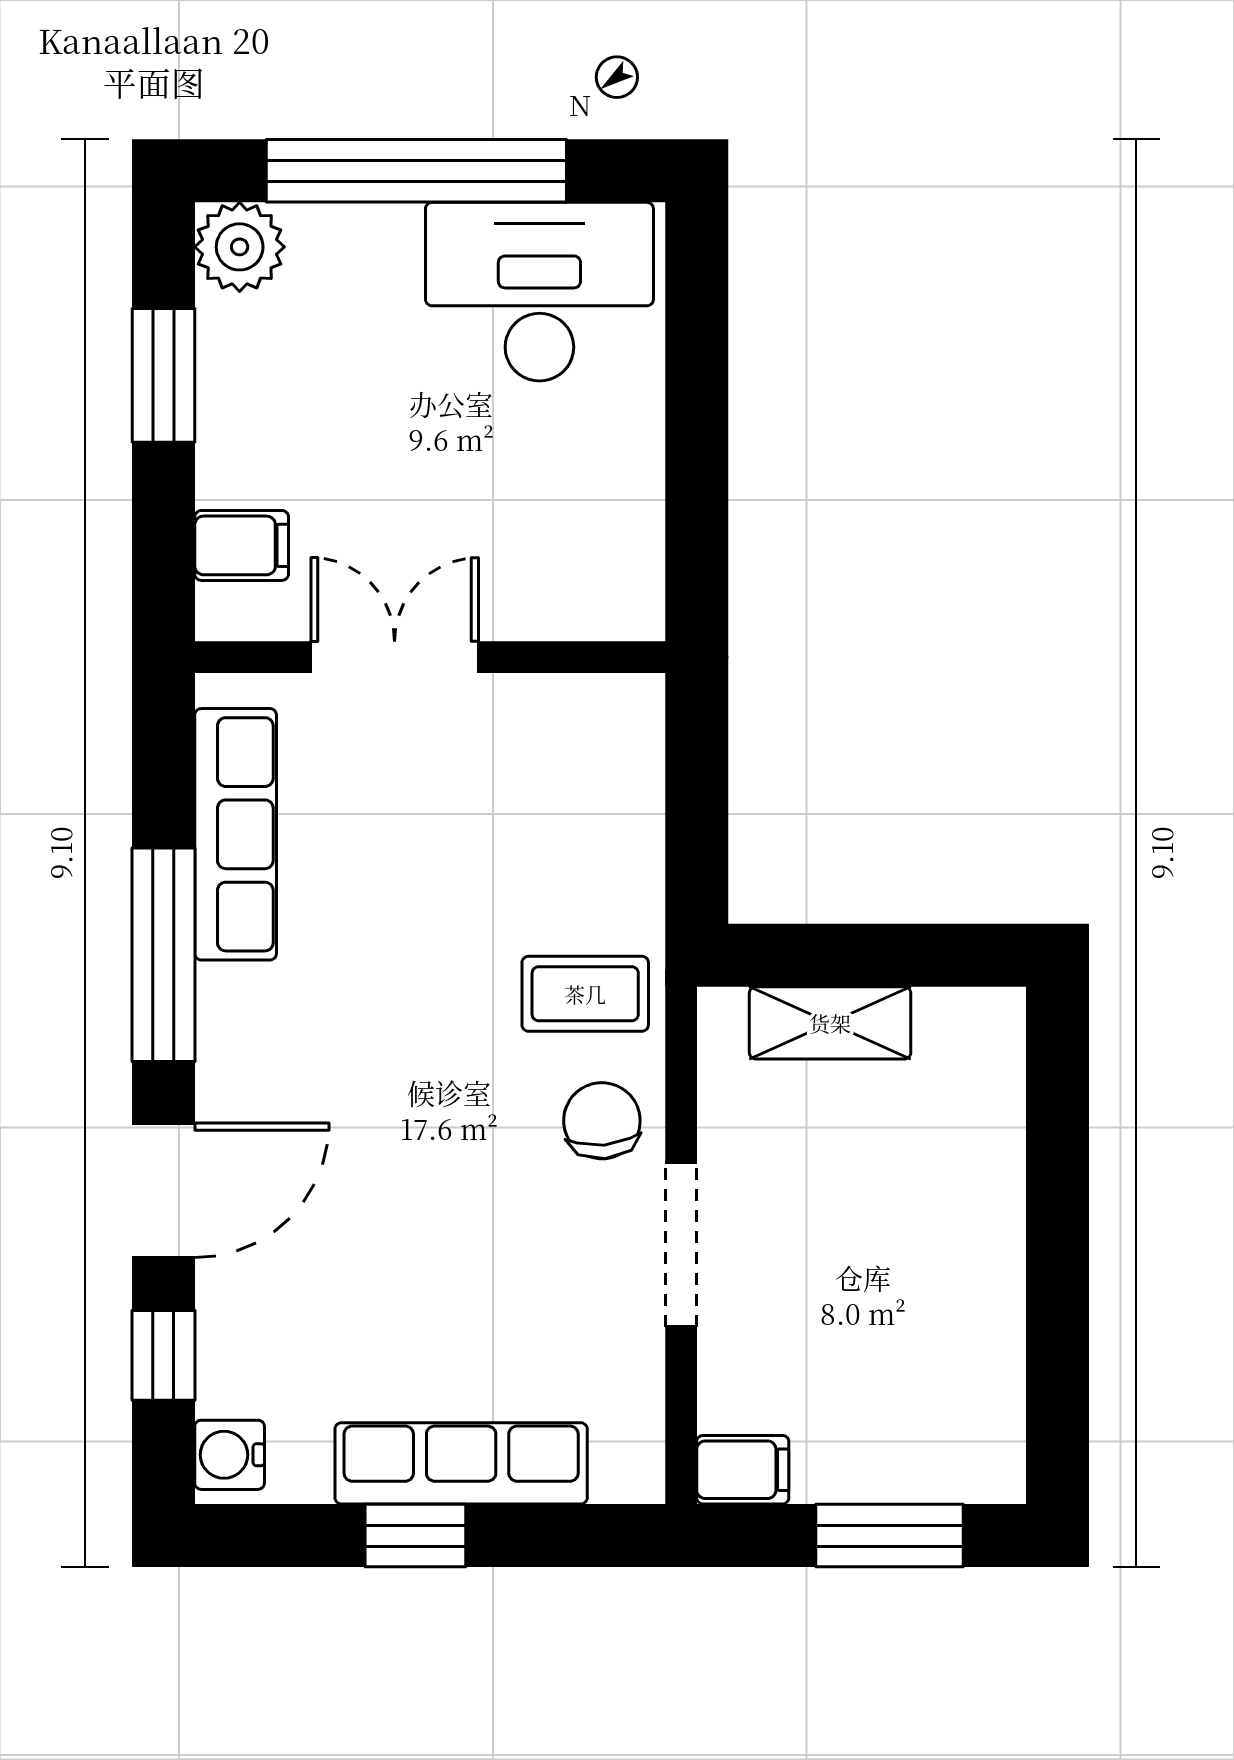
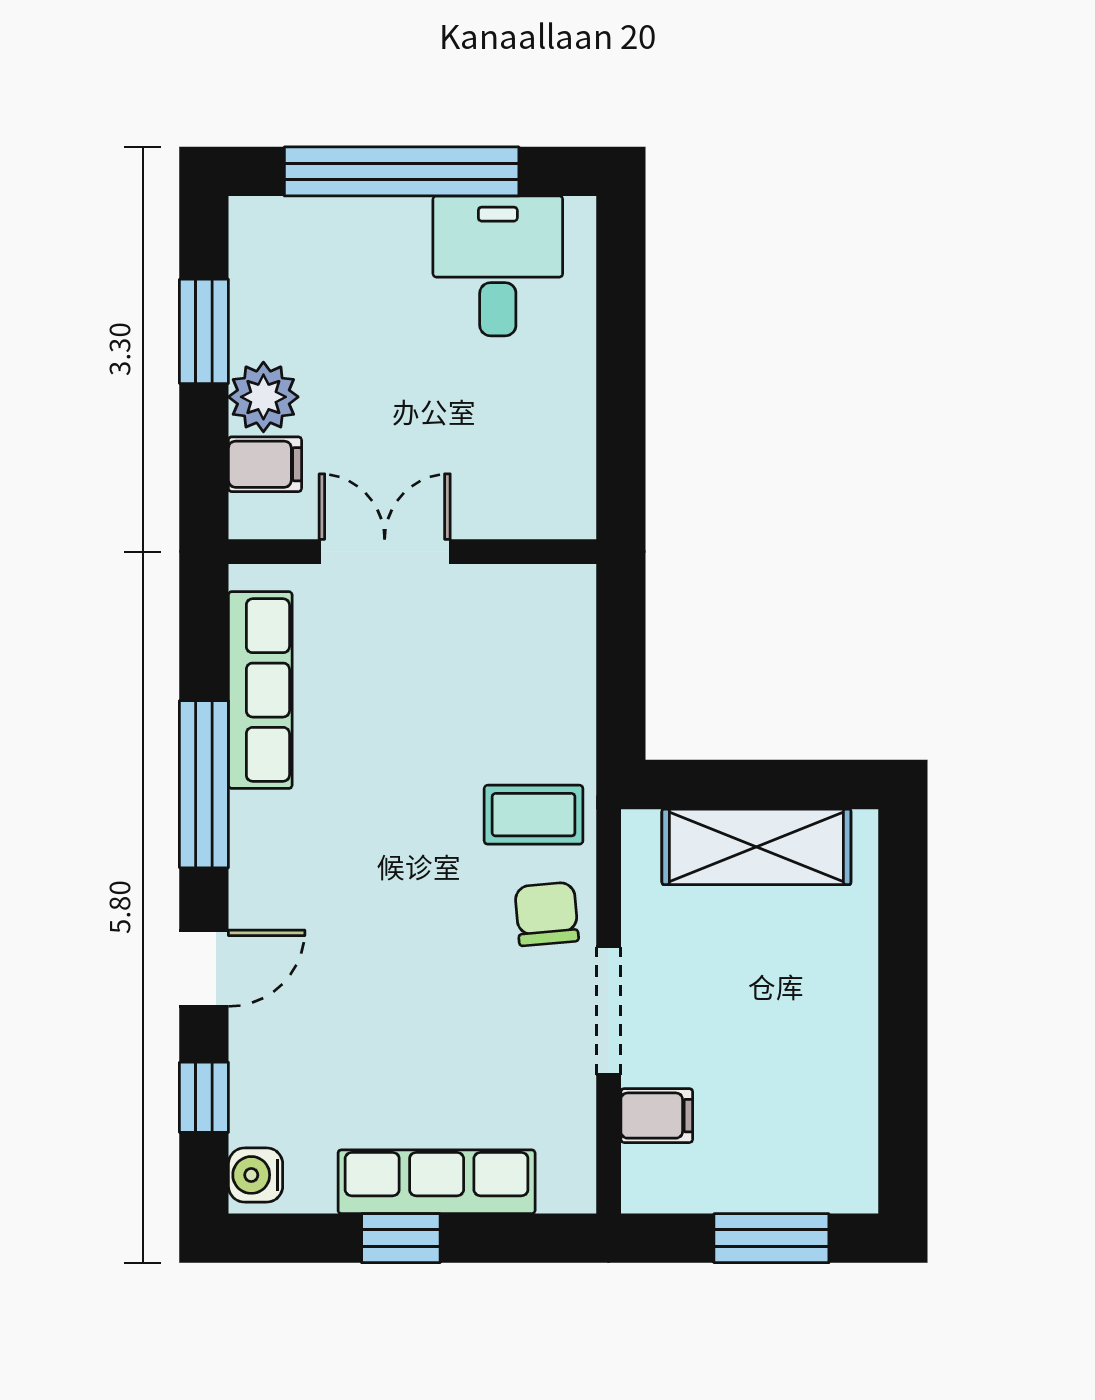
plant: (240, 247) -> (263, 397), moved
desk: (539, 292) -> (498, 266), width x0.73
shelving: (830, 1023) -> (756, 847), width x1.50, depth x1.33
door: (163, 1190) -> (204, 968), width x0.73
filing cabinet: (743, 1470) -> (657, 1116), moved

